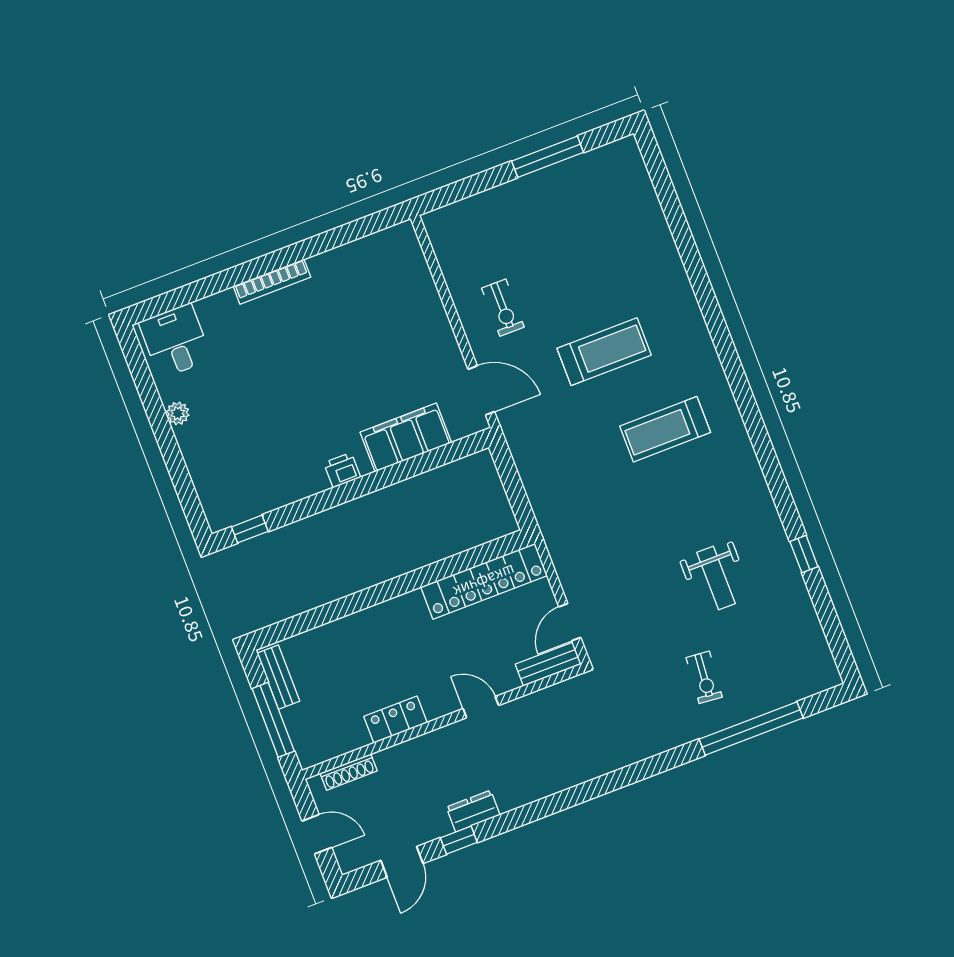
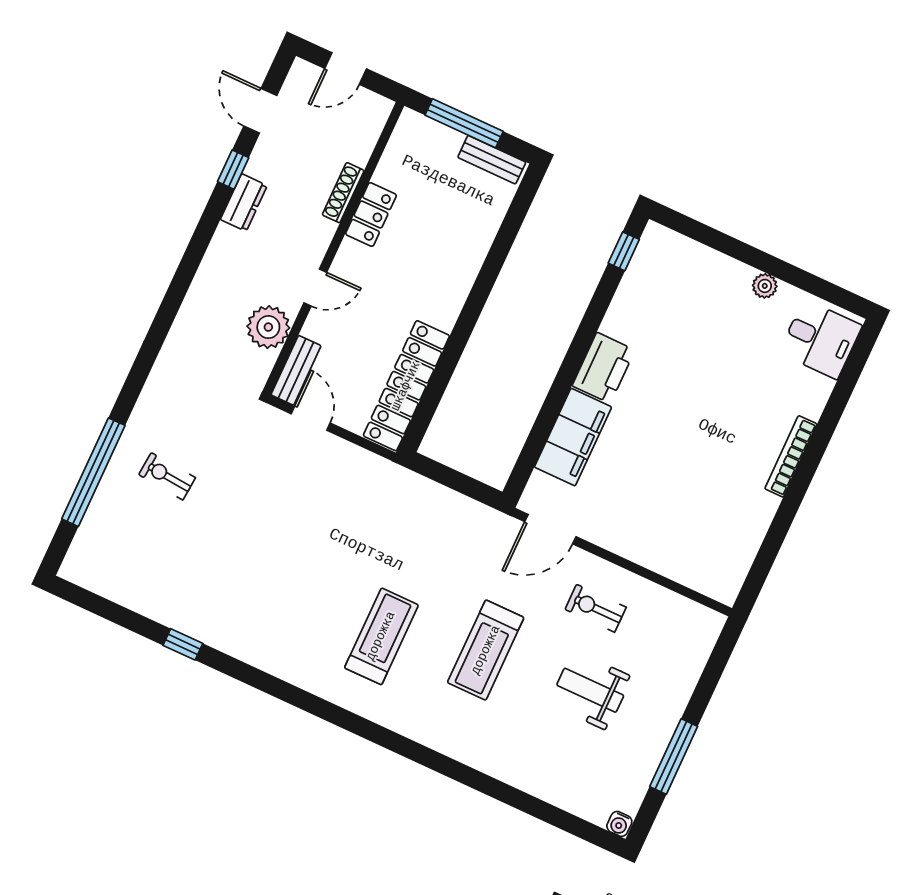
water cooler: (628, 147) -> (619, 824), added
printer: (342, 470) -> (604, 368), width x1.87, depth x1.48
weight bench: (716, 578) -> (590, 690), moved
plant: (538, 711) -> (268, 327), added
shoe rack: (349, 772) -> (343, 193), moved

